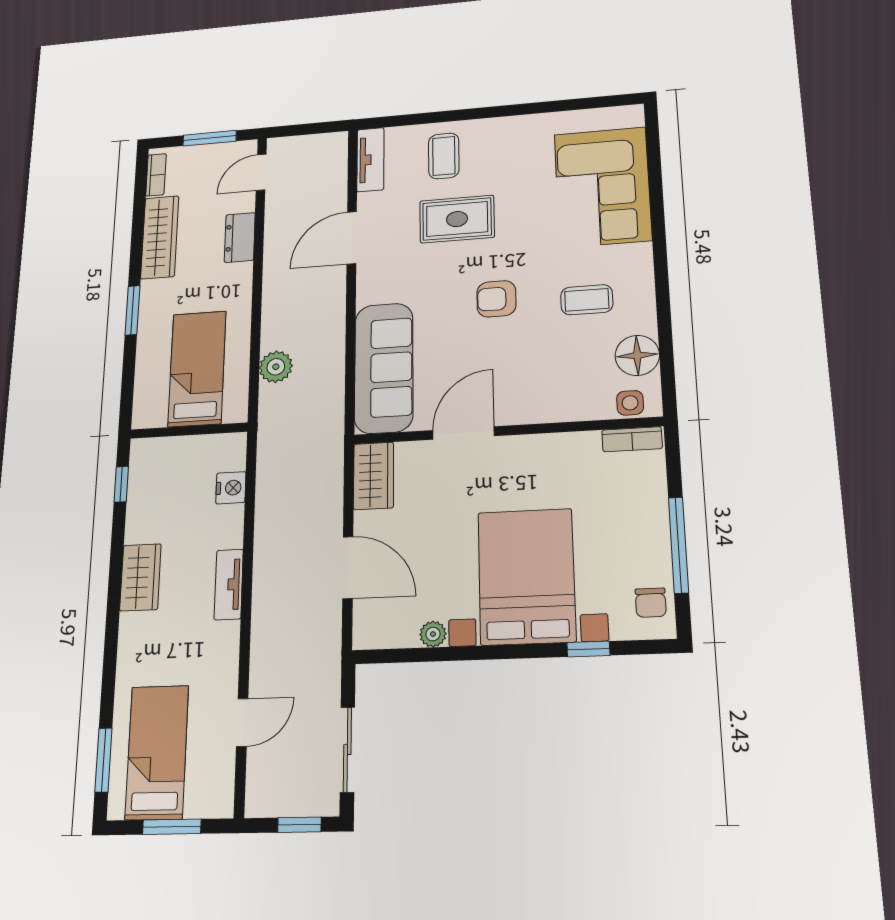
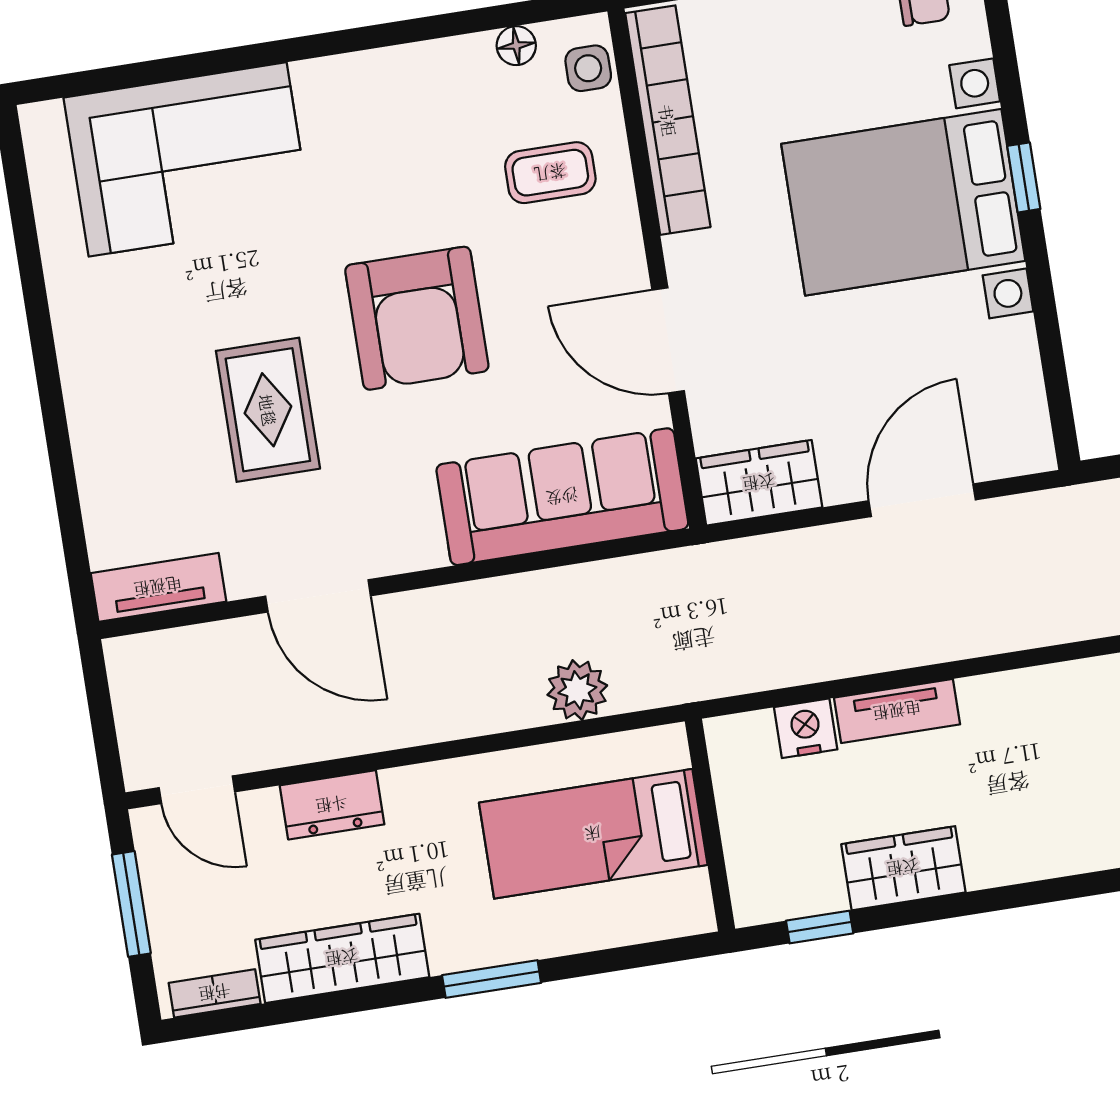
coffee table: (444, 156) -> (143, 452), removed
armchair: (496, 299) -> (417, 318), width x1.88, depth x1.88
coffee table: (587, 300) -> (550, 173), moved, turned 90
floor lamp: (637, 355) -> (516, 46), width x0.53, depth x0.53
bookcase: (632, 439) -> (668, 120), width x2.31, depth x1.31
wardrobe: (140, 577) -> (903, 868), moved
tv unit: (229, 584) -> (897, 711), moved
plant: (433, 634) -> (1016, 341), removed
window: (588, 649) -> (1024, 177), moved

